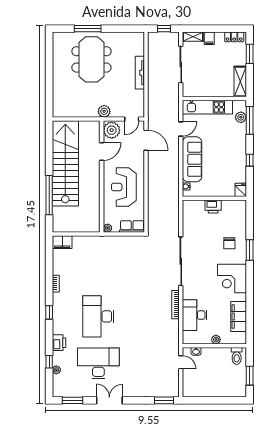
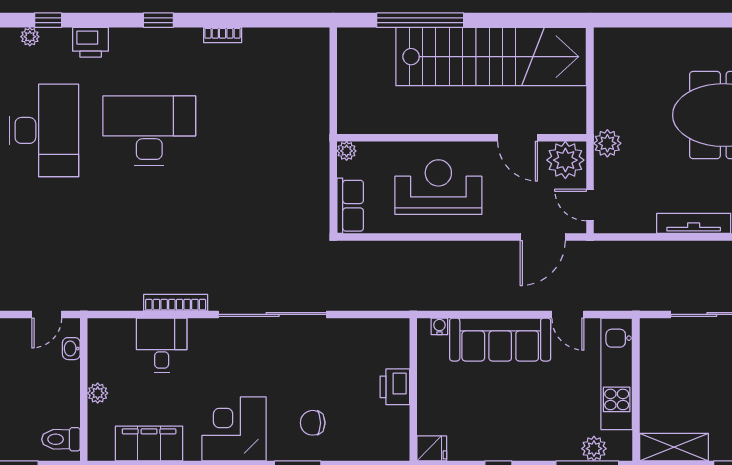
filing cabinet: (62, 242) -> (315, 49), removed
desk: (195, 315) -> (162, 345), width x0.73

